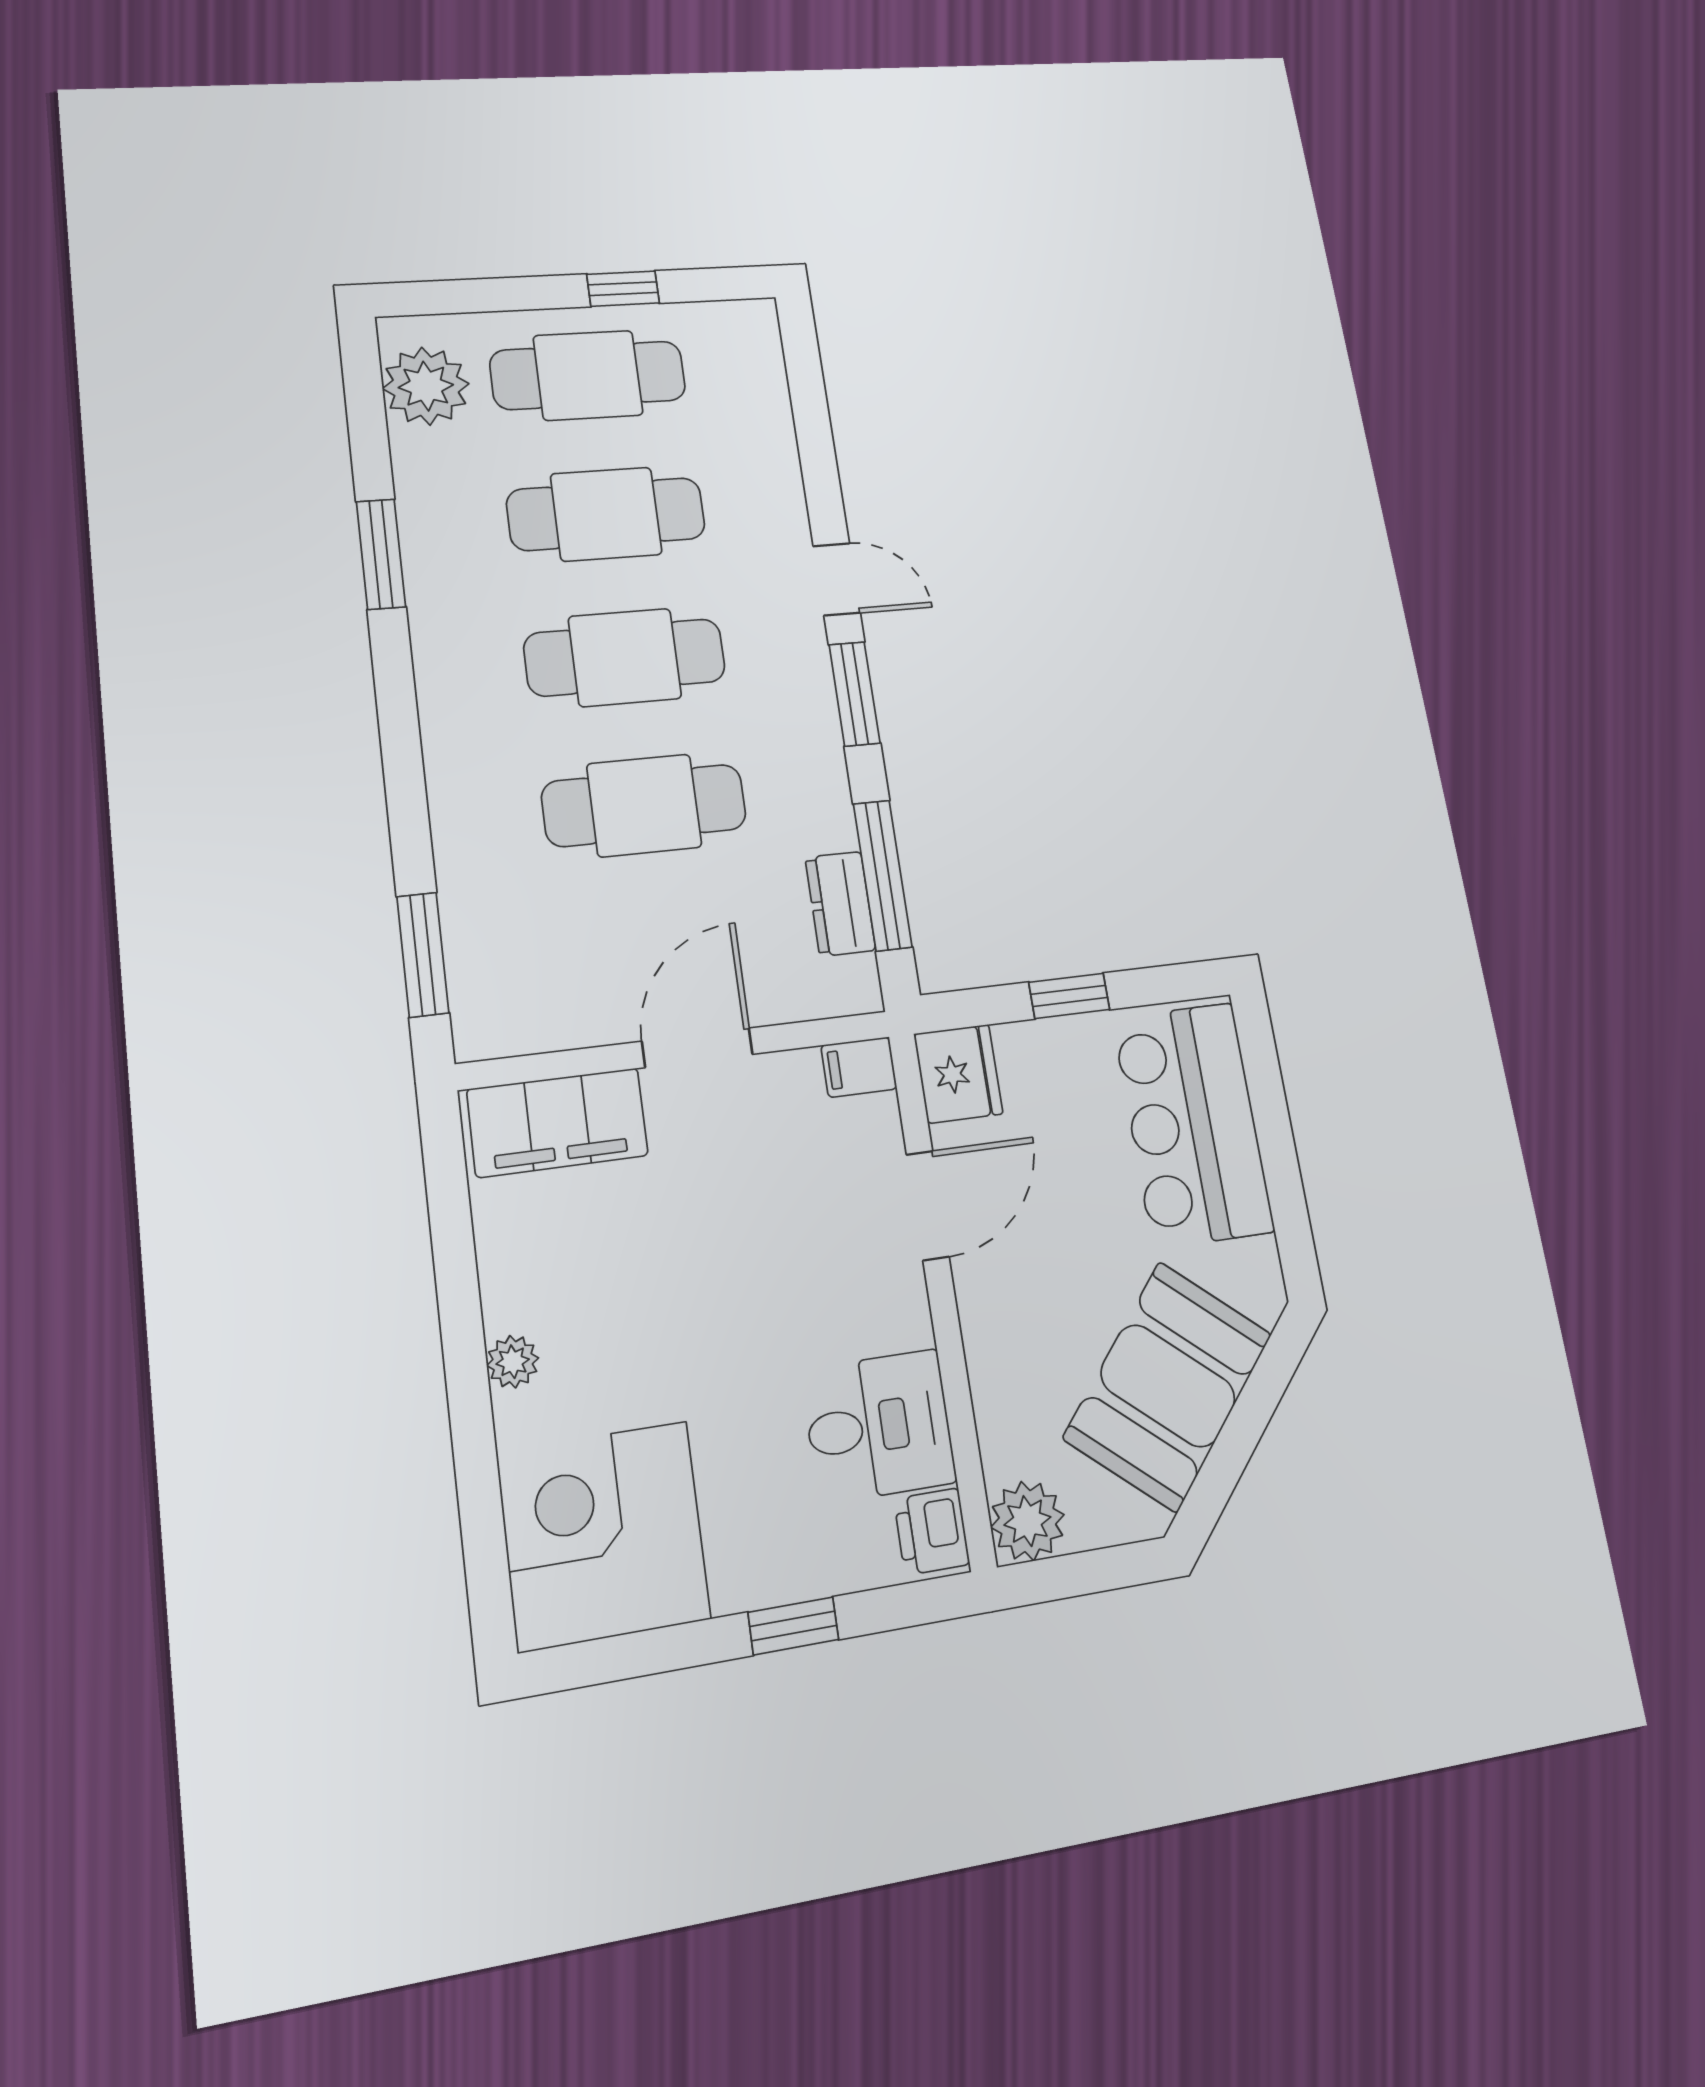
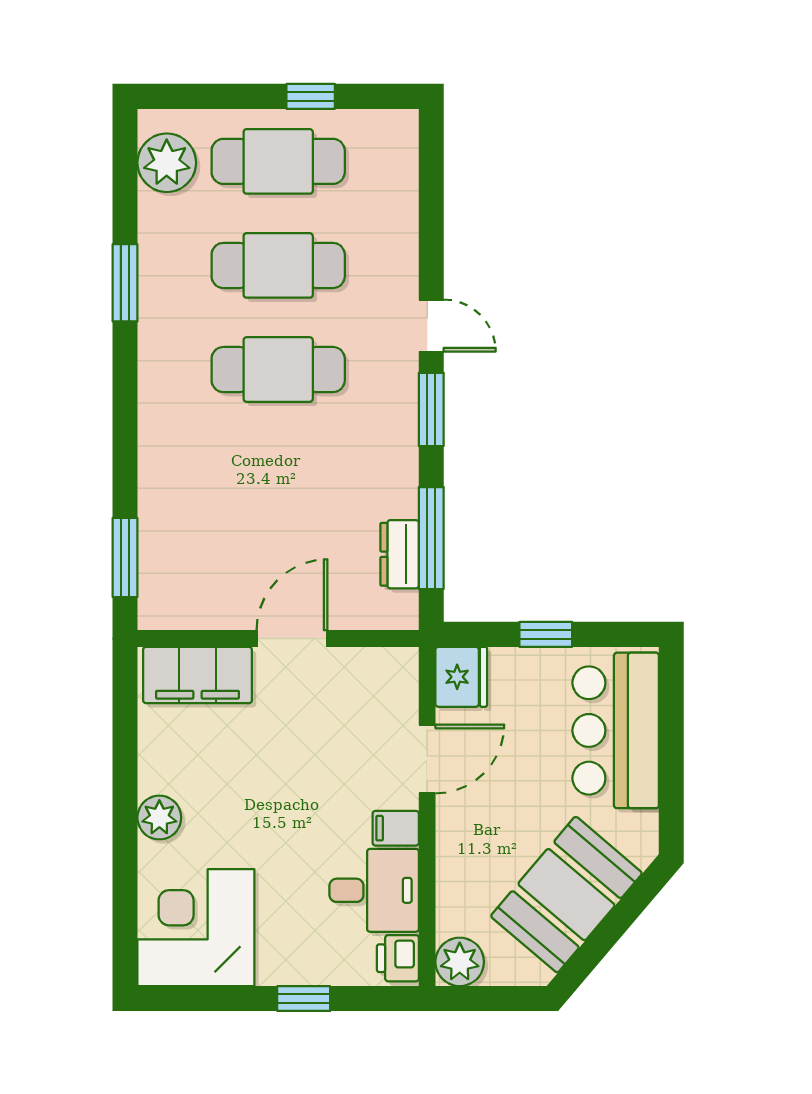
cafe table: (644, 805) -> (278, 474), removed
filing cabinet: (859, 1067) -> (396, 828), moved
plant: (513, 1362) -> (159, 818), width x1.38, depth x1.38

